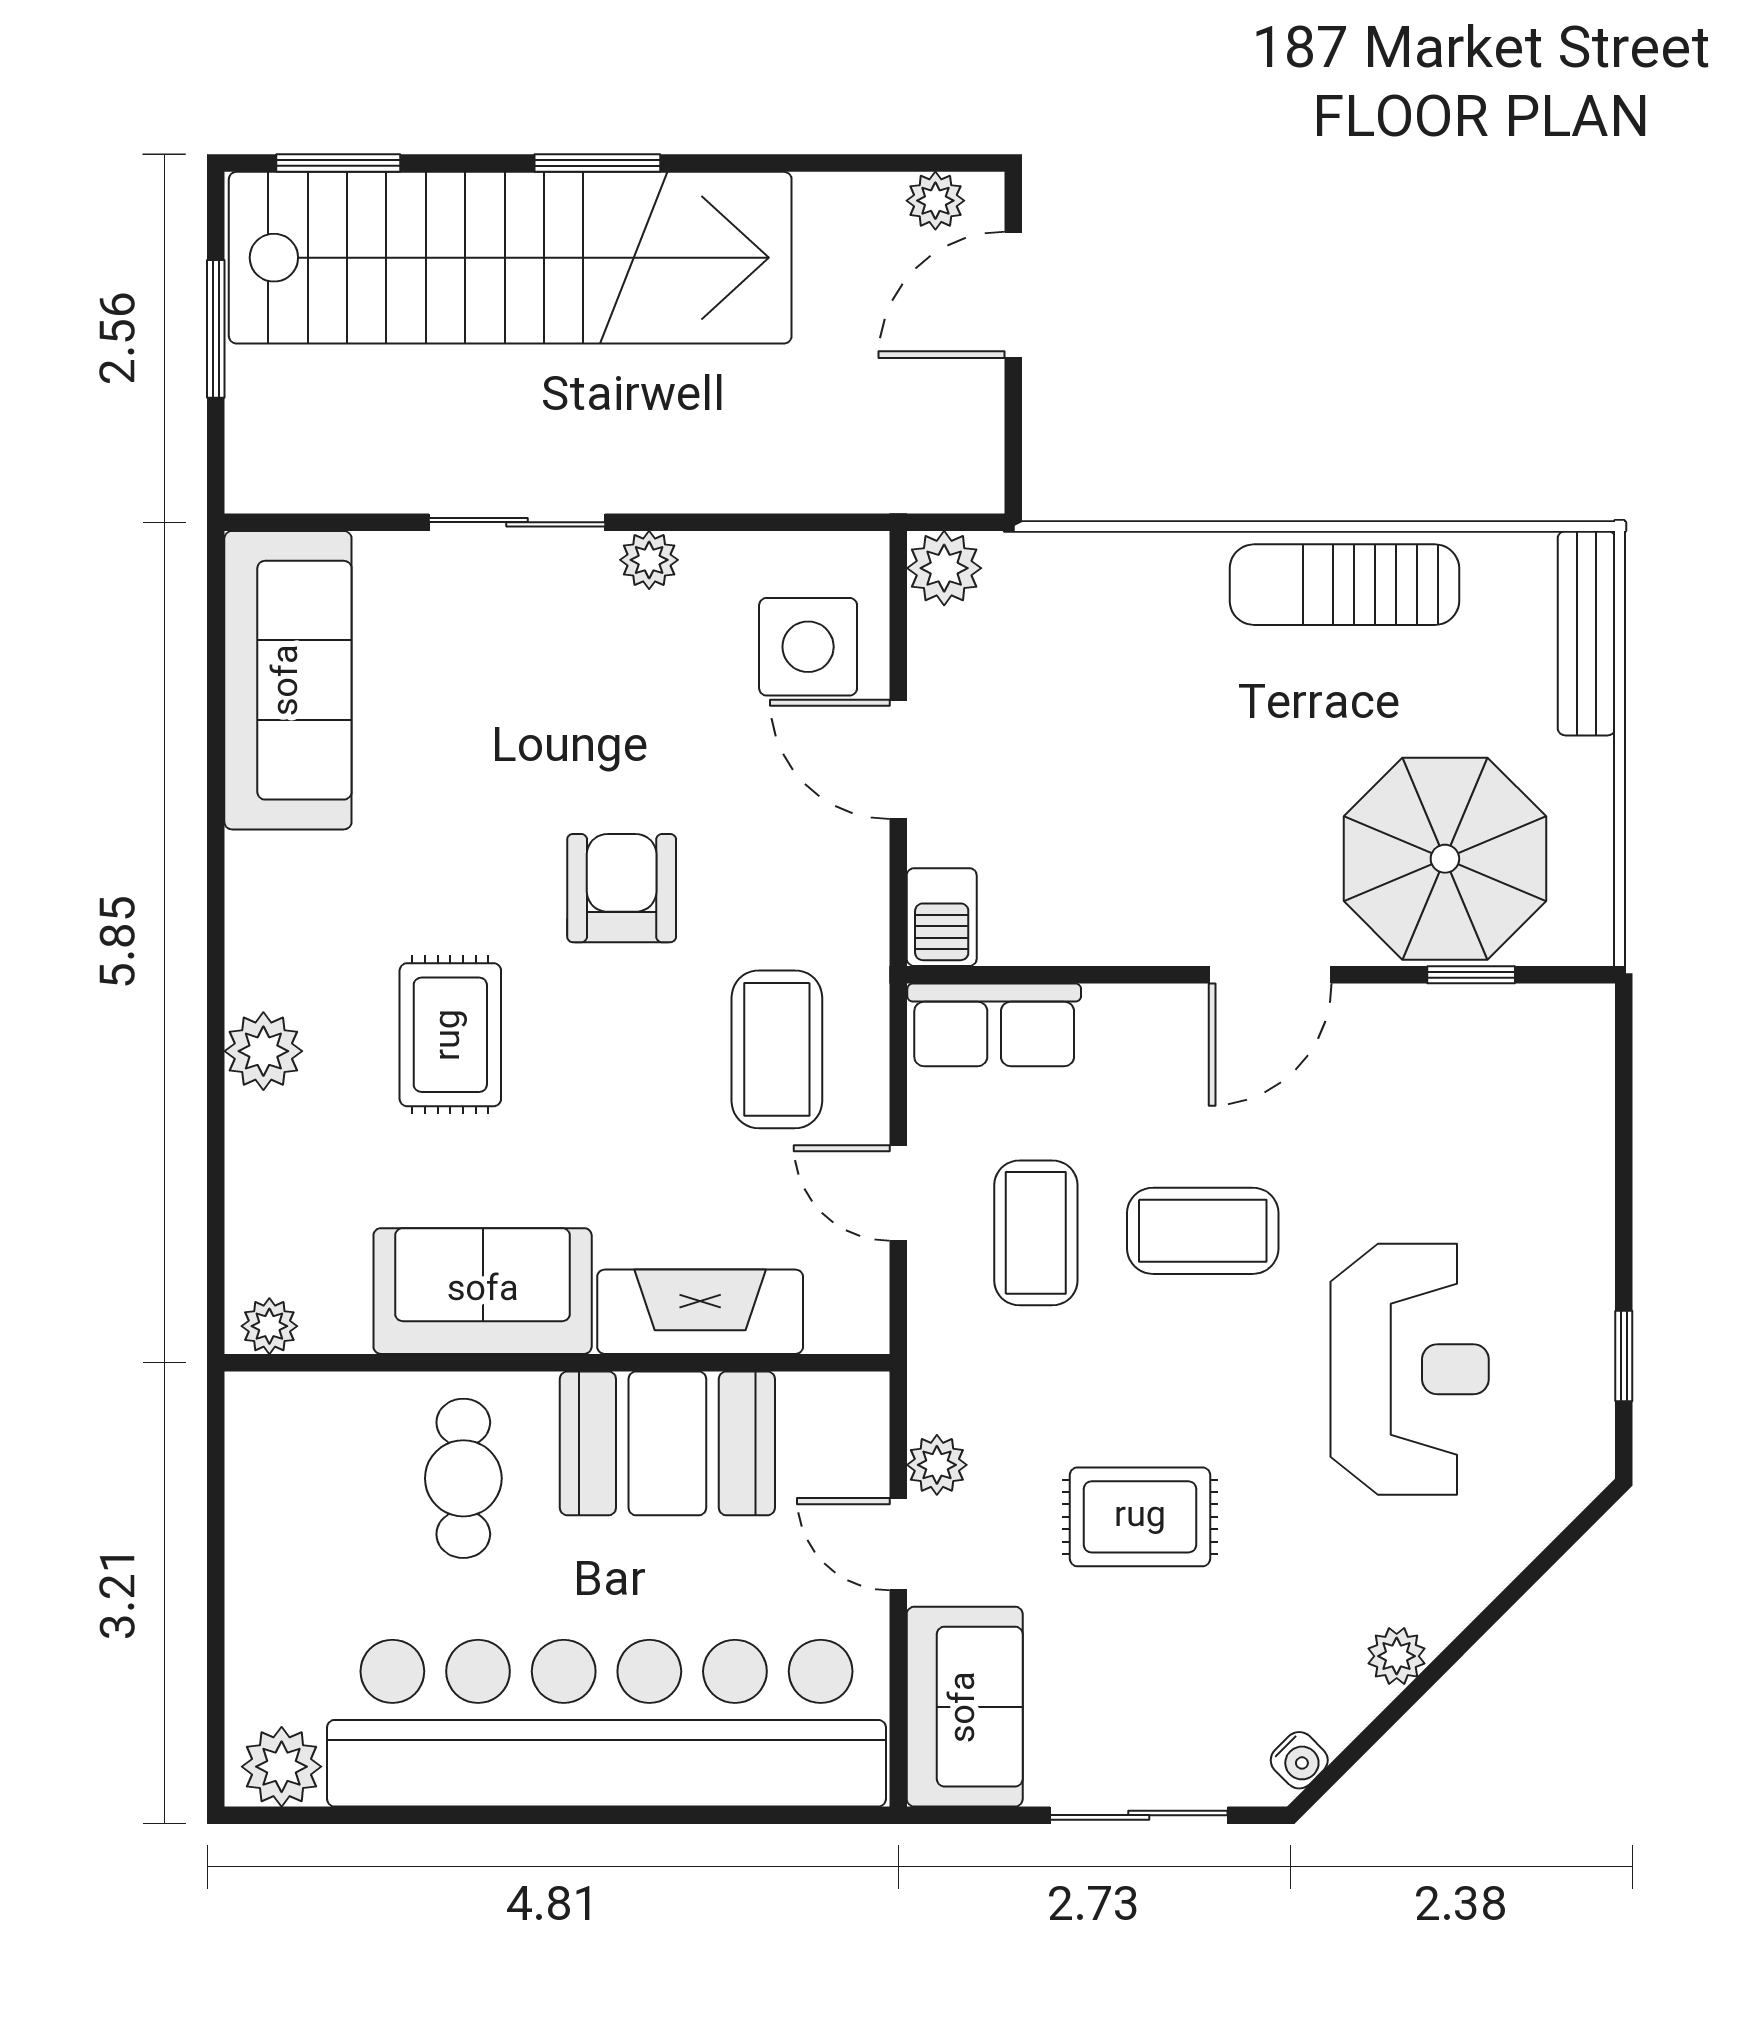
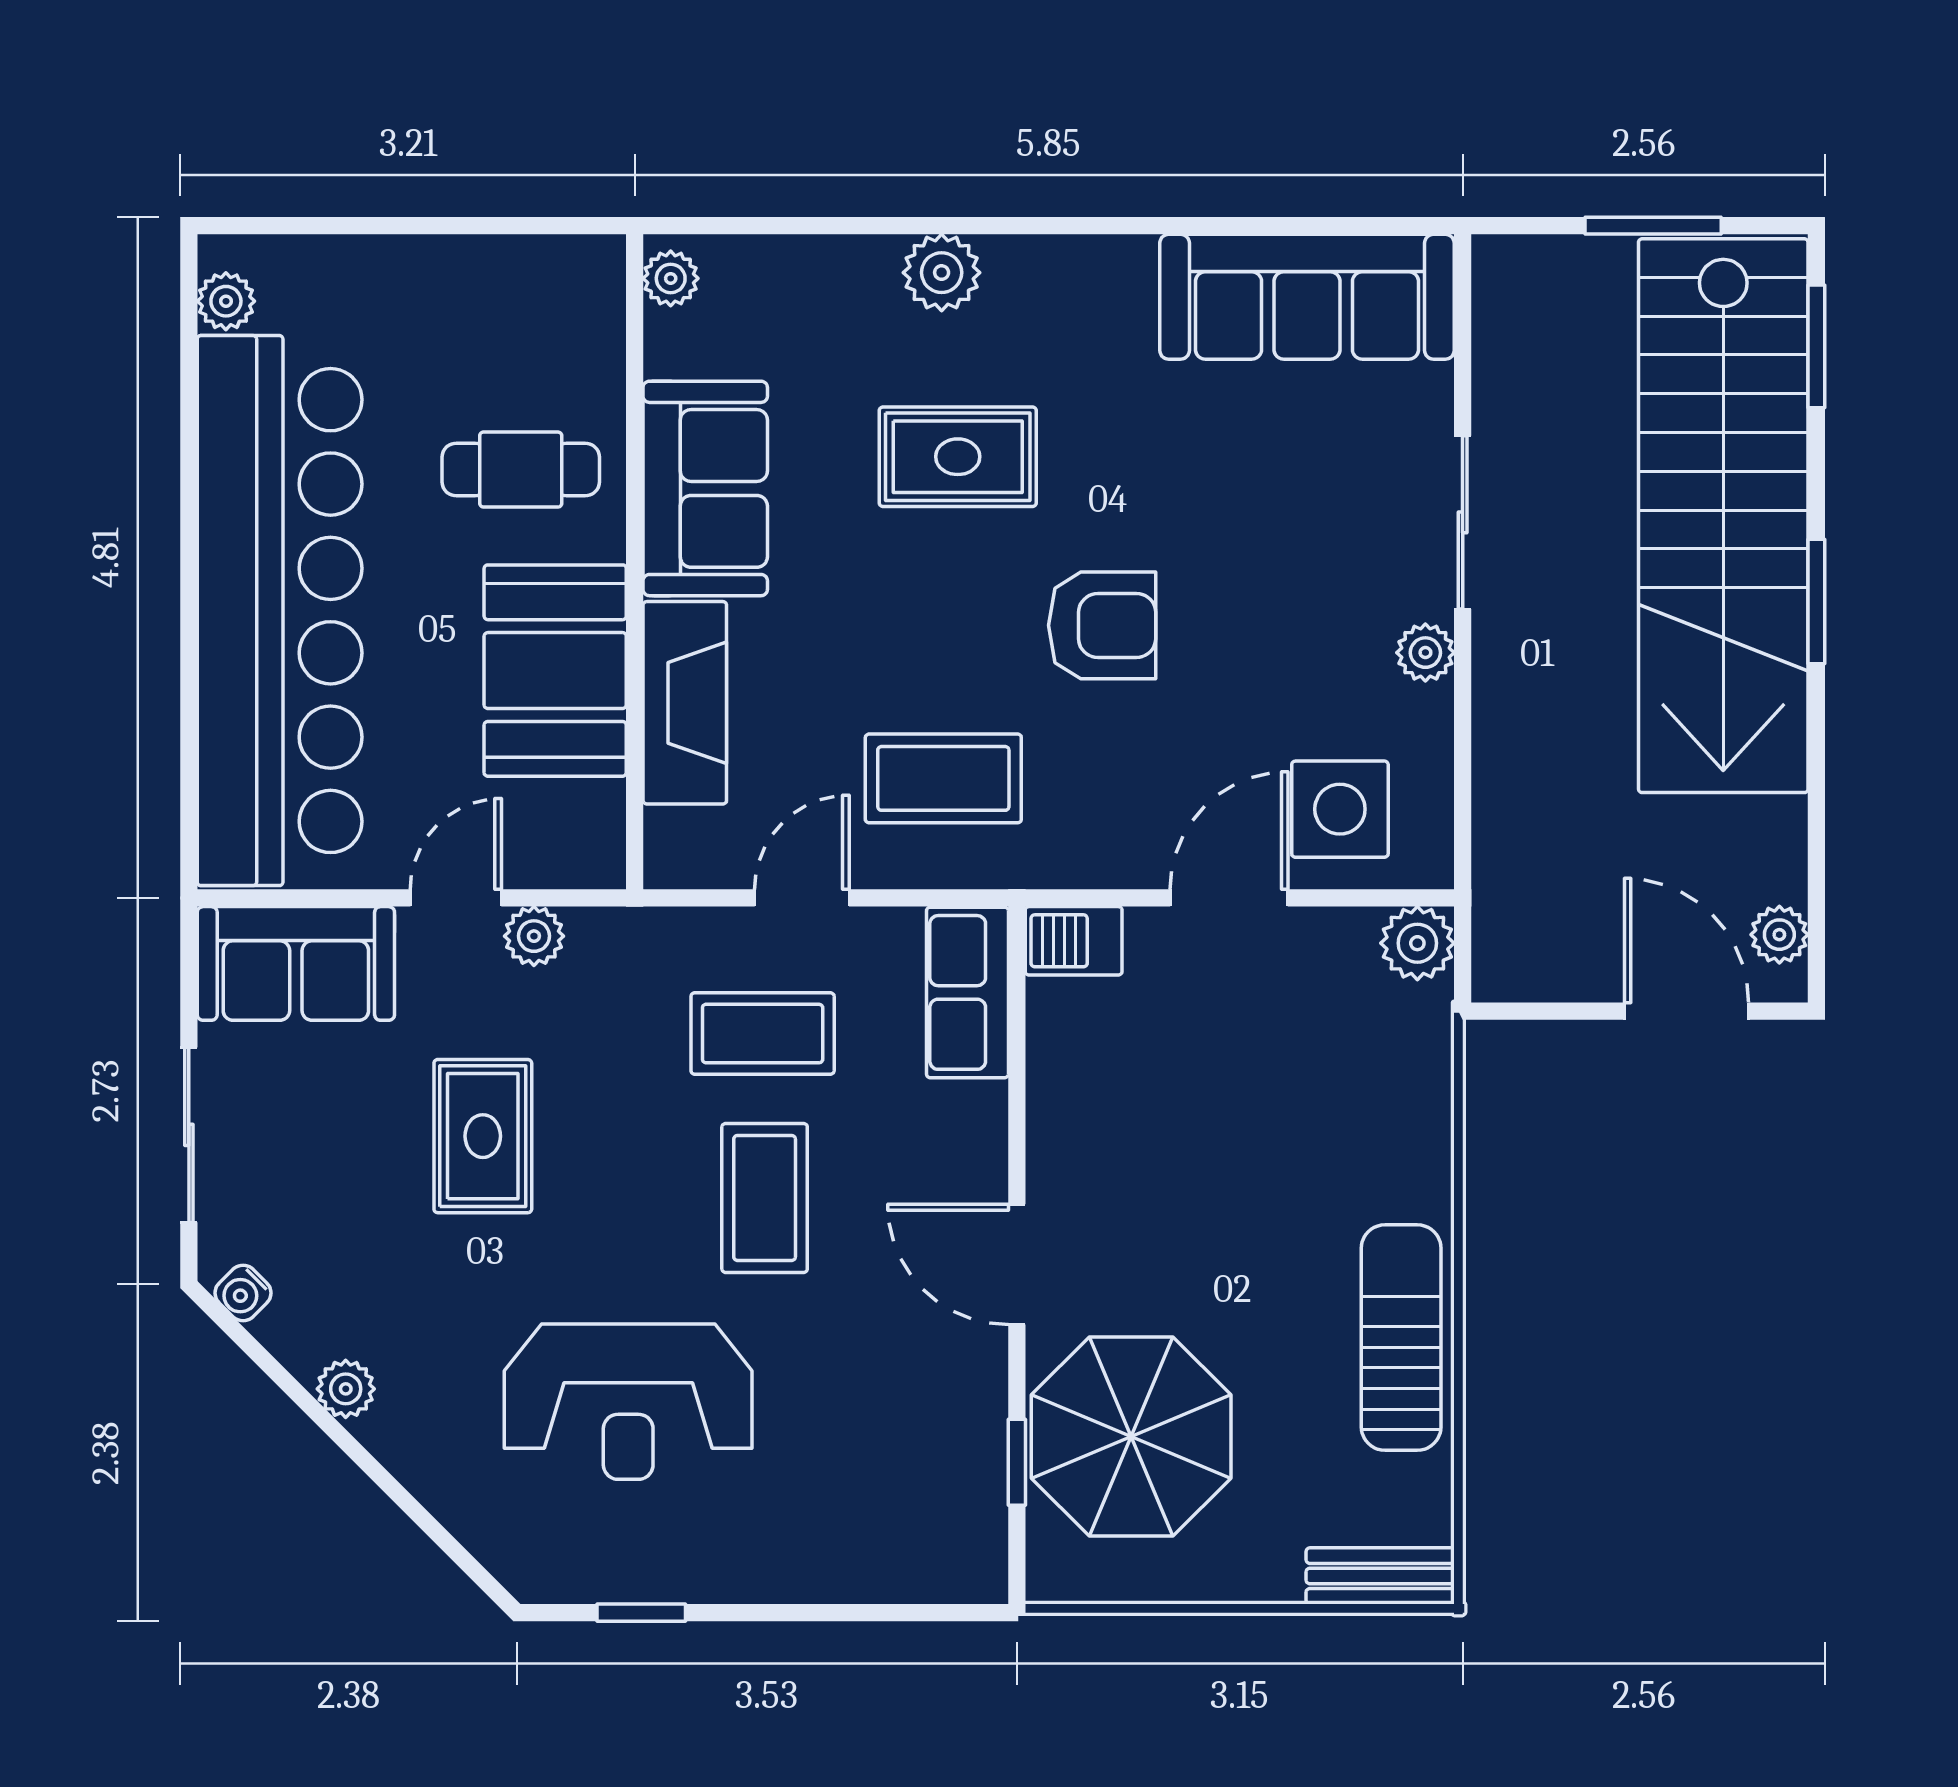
bench: (1586, 633) -> (1380, 1576), width x0.73
plant: (282, 1767) -> (226, 301), width x0.73, depth x0.73

